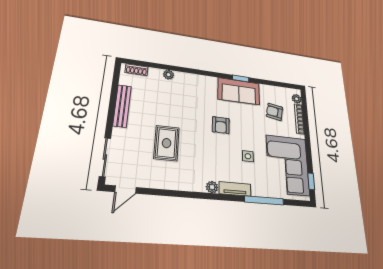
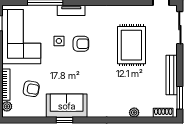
window: (116, 82) -> (180, 98), added
armchair: (221, 125) -> (81, 44), moved, turned 90
rug: (167, 143) -> (131, 45), width x1.36, depth x1.43
plant: (212, 187) -> (91, 10), removed

